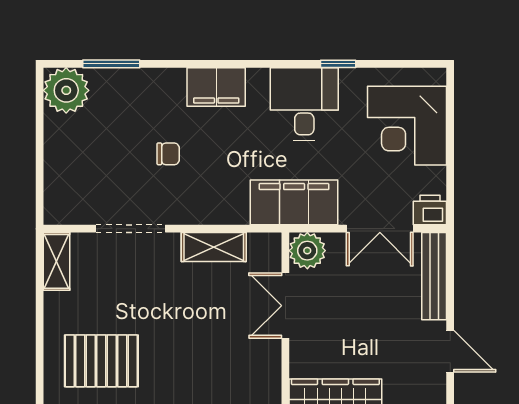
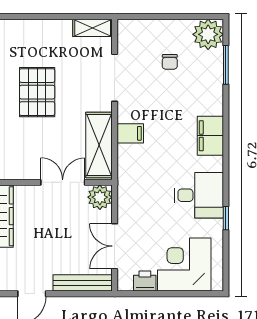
chair: (168, 154) -> (170, 62), moved
filing cabinet: (294, 202) -> (130, 133), moved, width x0.33, depth x0.86
printer: (430, 210) -> (145, 281), moved, turned -90
shelving: (214, 247) -> (99, 145), width x1.50, depth x1.33
pallet: (101, 361) -> (37, 92), moved

